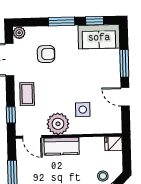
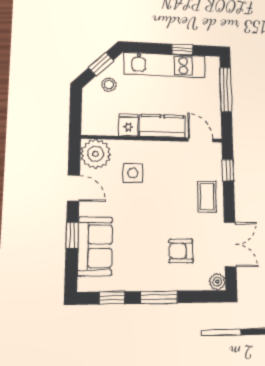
sofa: (99, 37) -> (95, 246), moved, turned 90
window: (124, 63) -> (72, 235), width x0.67
plant: (58, 124) -> (96, 154), moved
fridge: (113, 144) -> (128, 125), moved, turned -90

